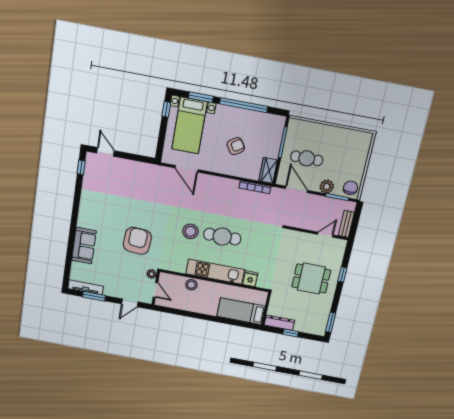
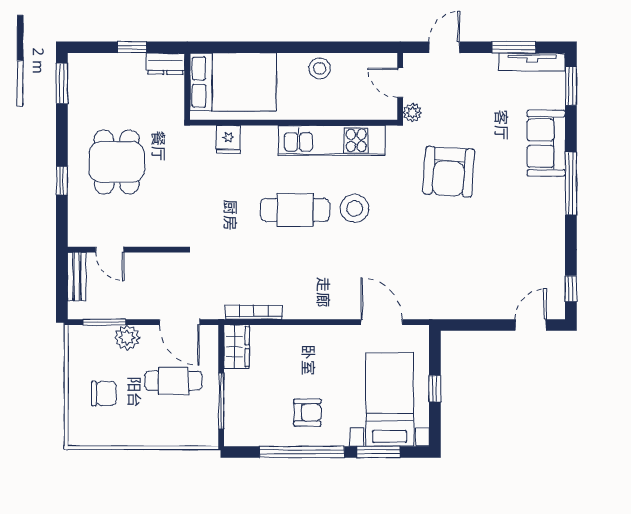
window: (166, 109) -> (435, 389), moved
armchair: (236, 146) -> (307, 413), moved, turned -147
door: (106, 152) -> (531, 325), swing flipped
chair: (351, 188) -> (104, 393), moved, turned -90
window: (74, 223) -> (571, 183), added
door: (325, 235) -> (110, 250), hinge flipped
window: (67, 272) -> (571, 86), added
kitchen unit: (215, 272) -> (332, 140), moved
dining table: (311, 279) -> (117, 162), turned 90
stool: (191, 285) -> (320, 68), moved
bed: (241, 311) -> (233, 82), width x1.50
dresser: (279, 323) -> (165, 64), width x0.70

